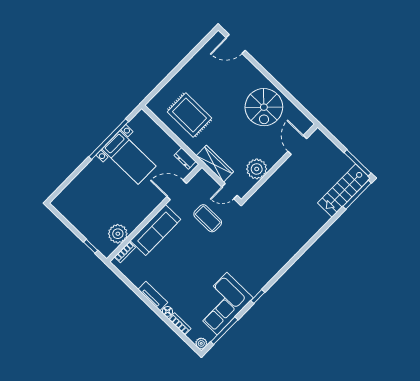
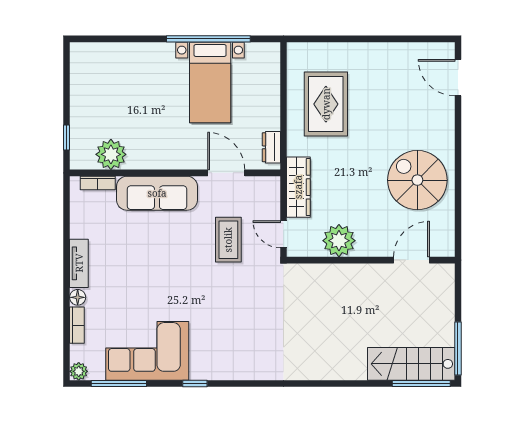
spiral stairs: (264, 107) -> (417, 180), turned 90

